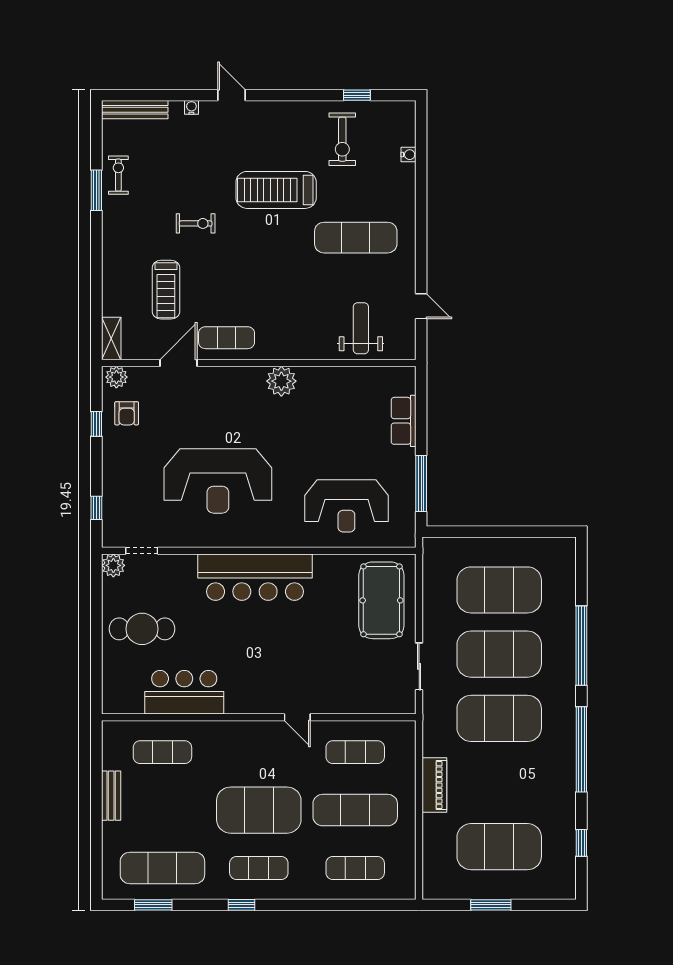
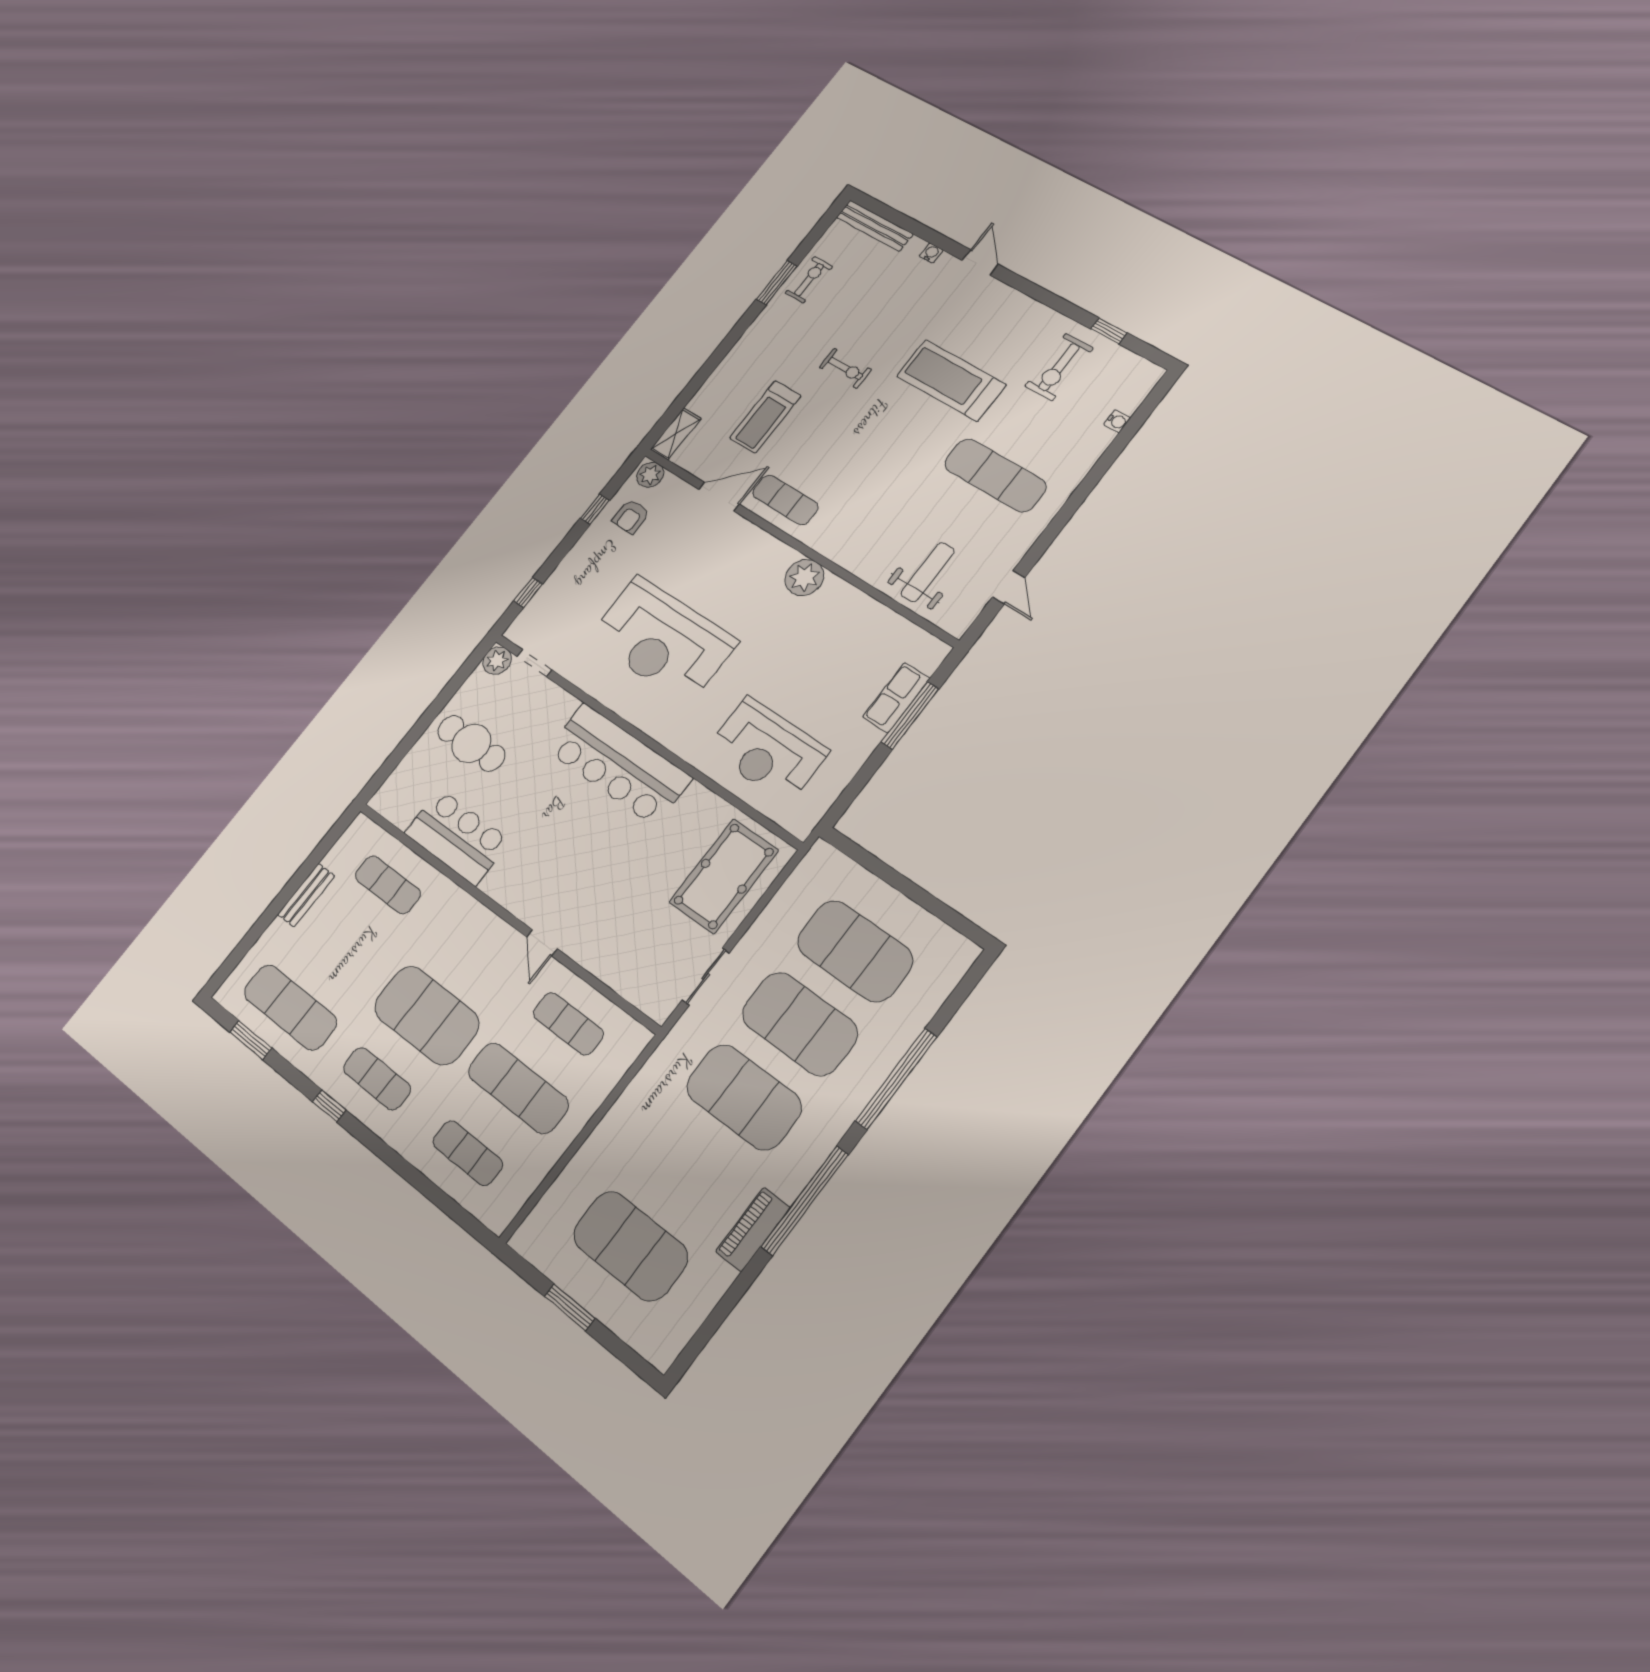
window: (421, 484) -> (910, 715), moved
piano: (434, 785) -> (753, 1229), moved, turned 180
window: (581, 843) -> (721, 1312), removed

